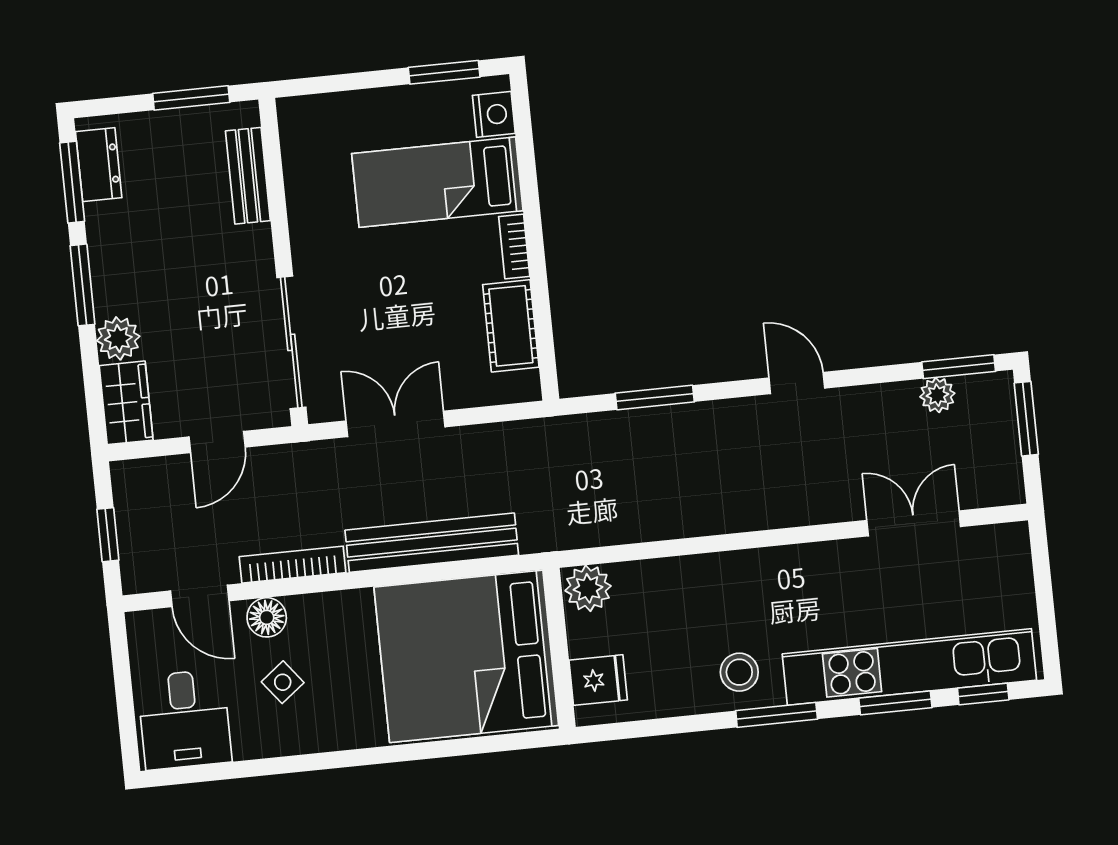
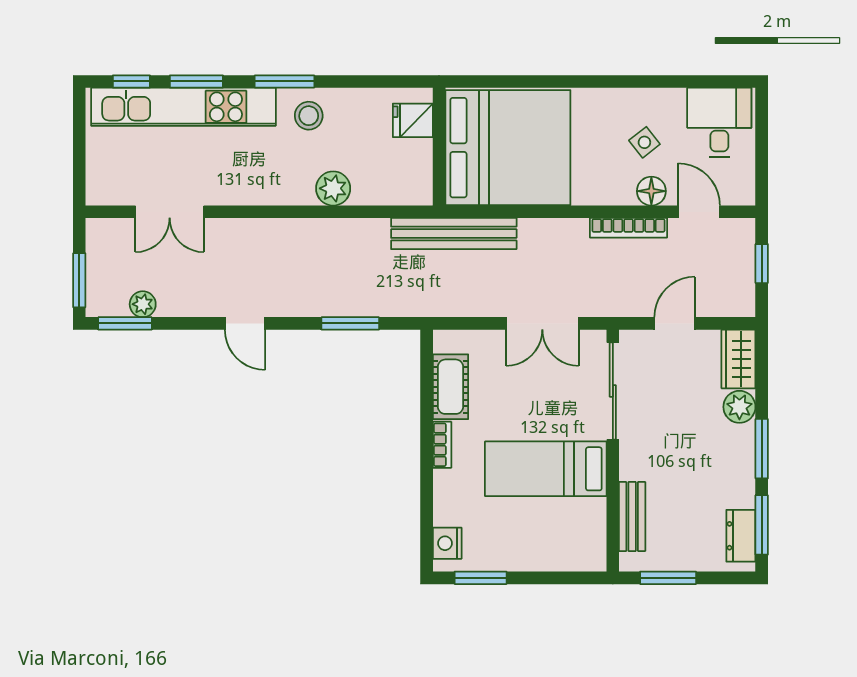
bed: (437, 182) -> (546, 469), moved, turned 180
bench: (432, 543) -> (454, 234), moved
plant: (588, 588) -> (333, 188), moved

